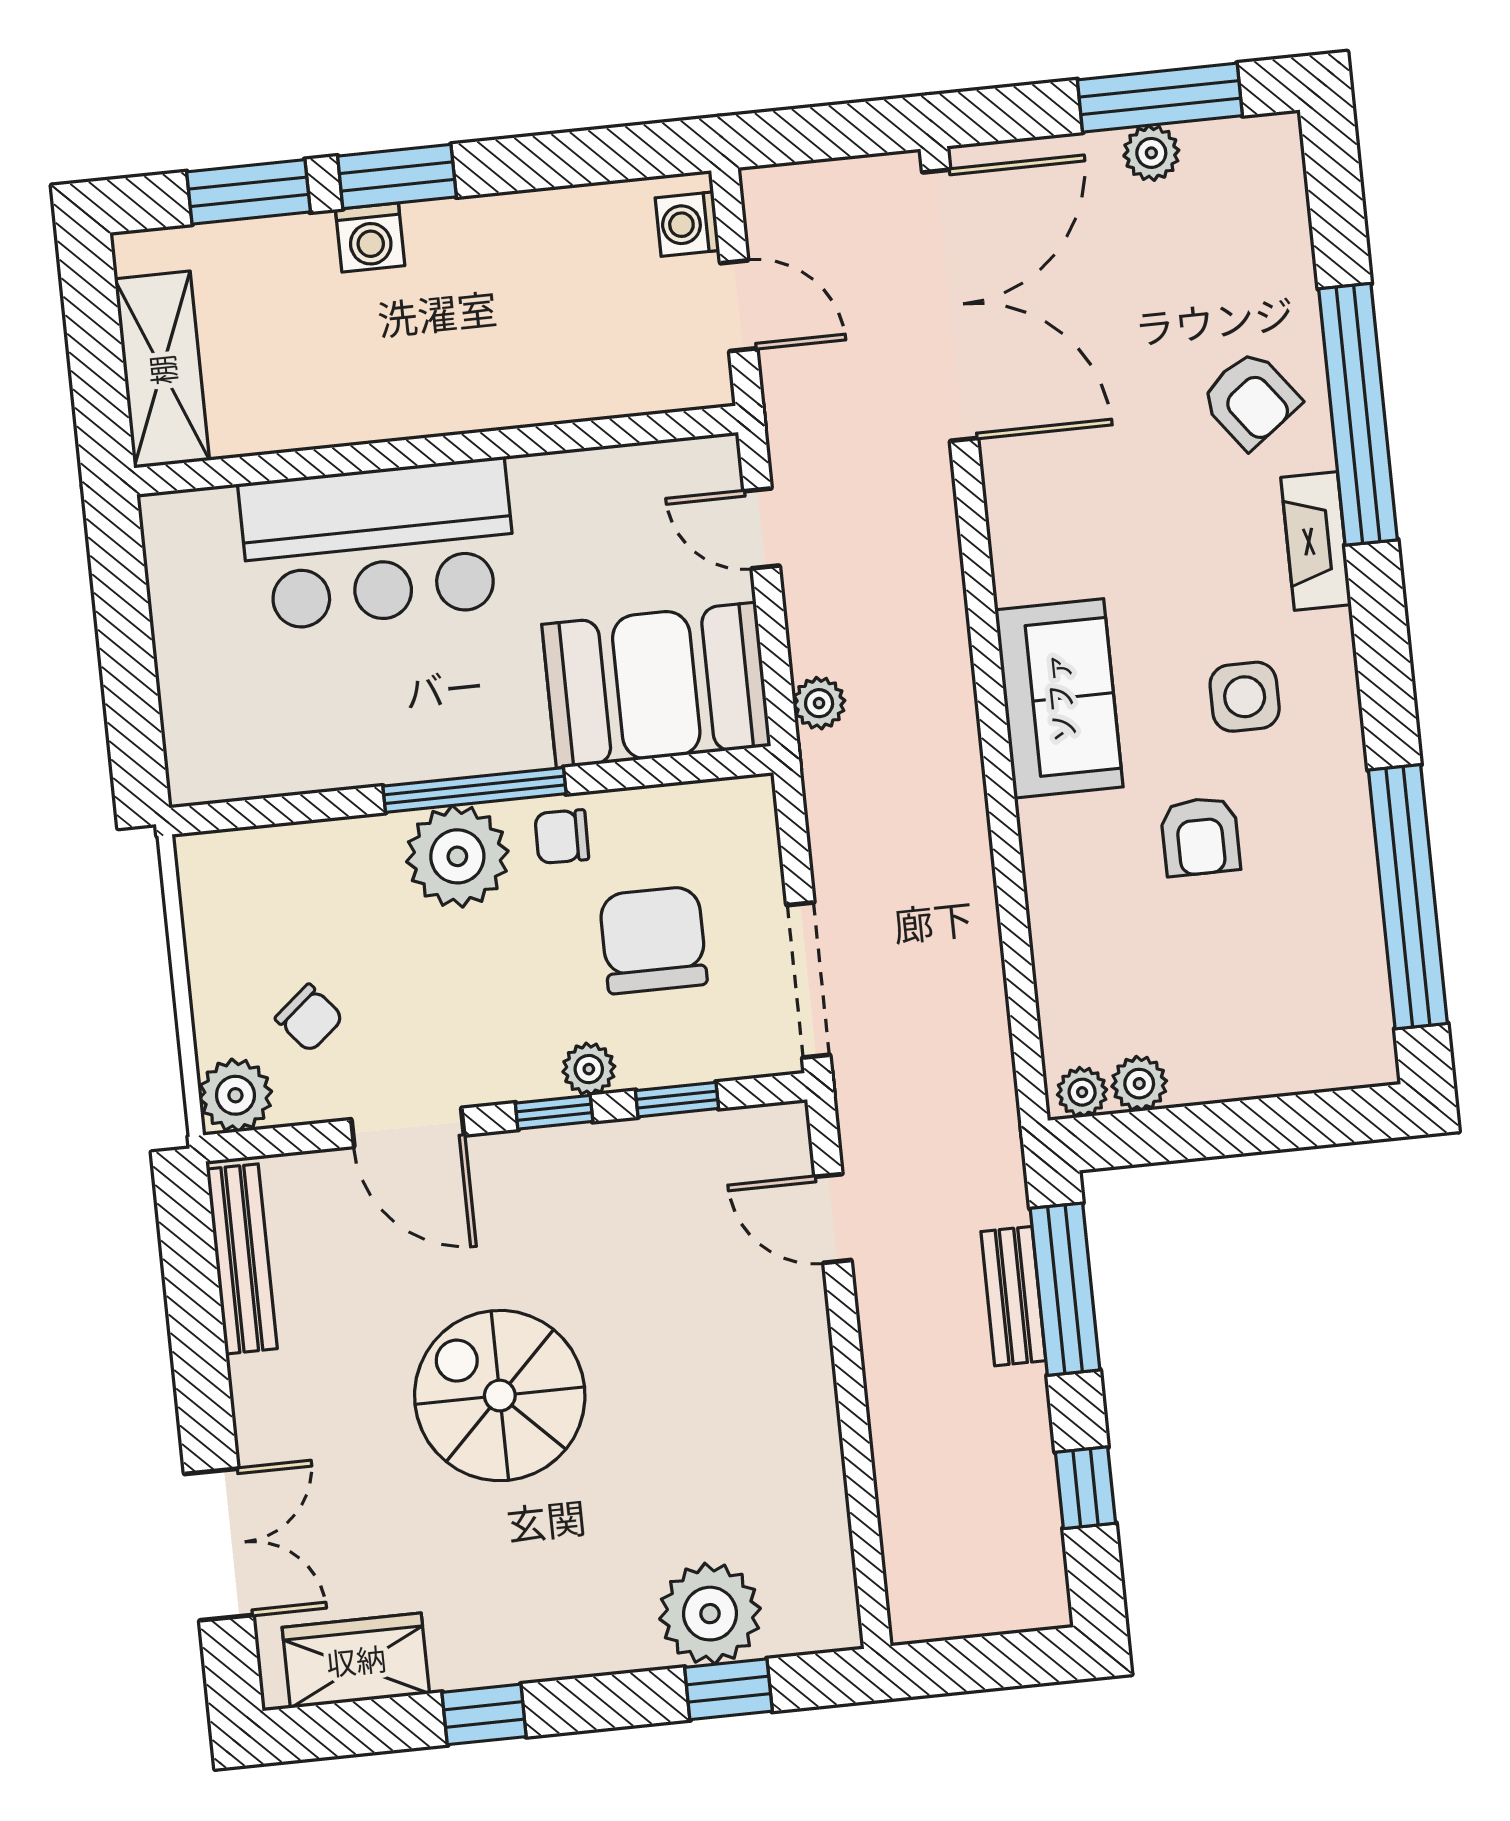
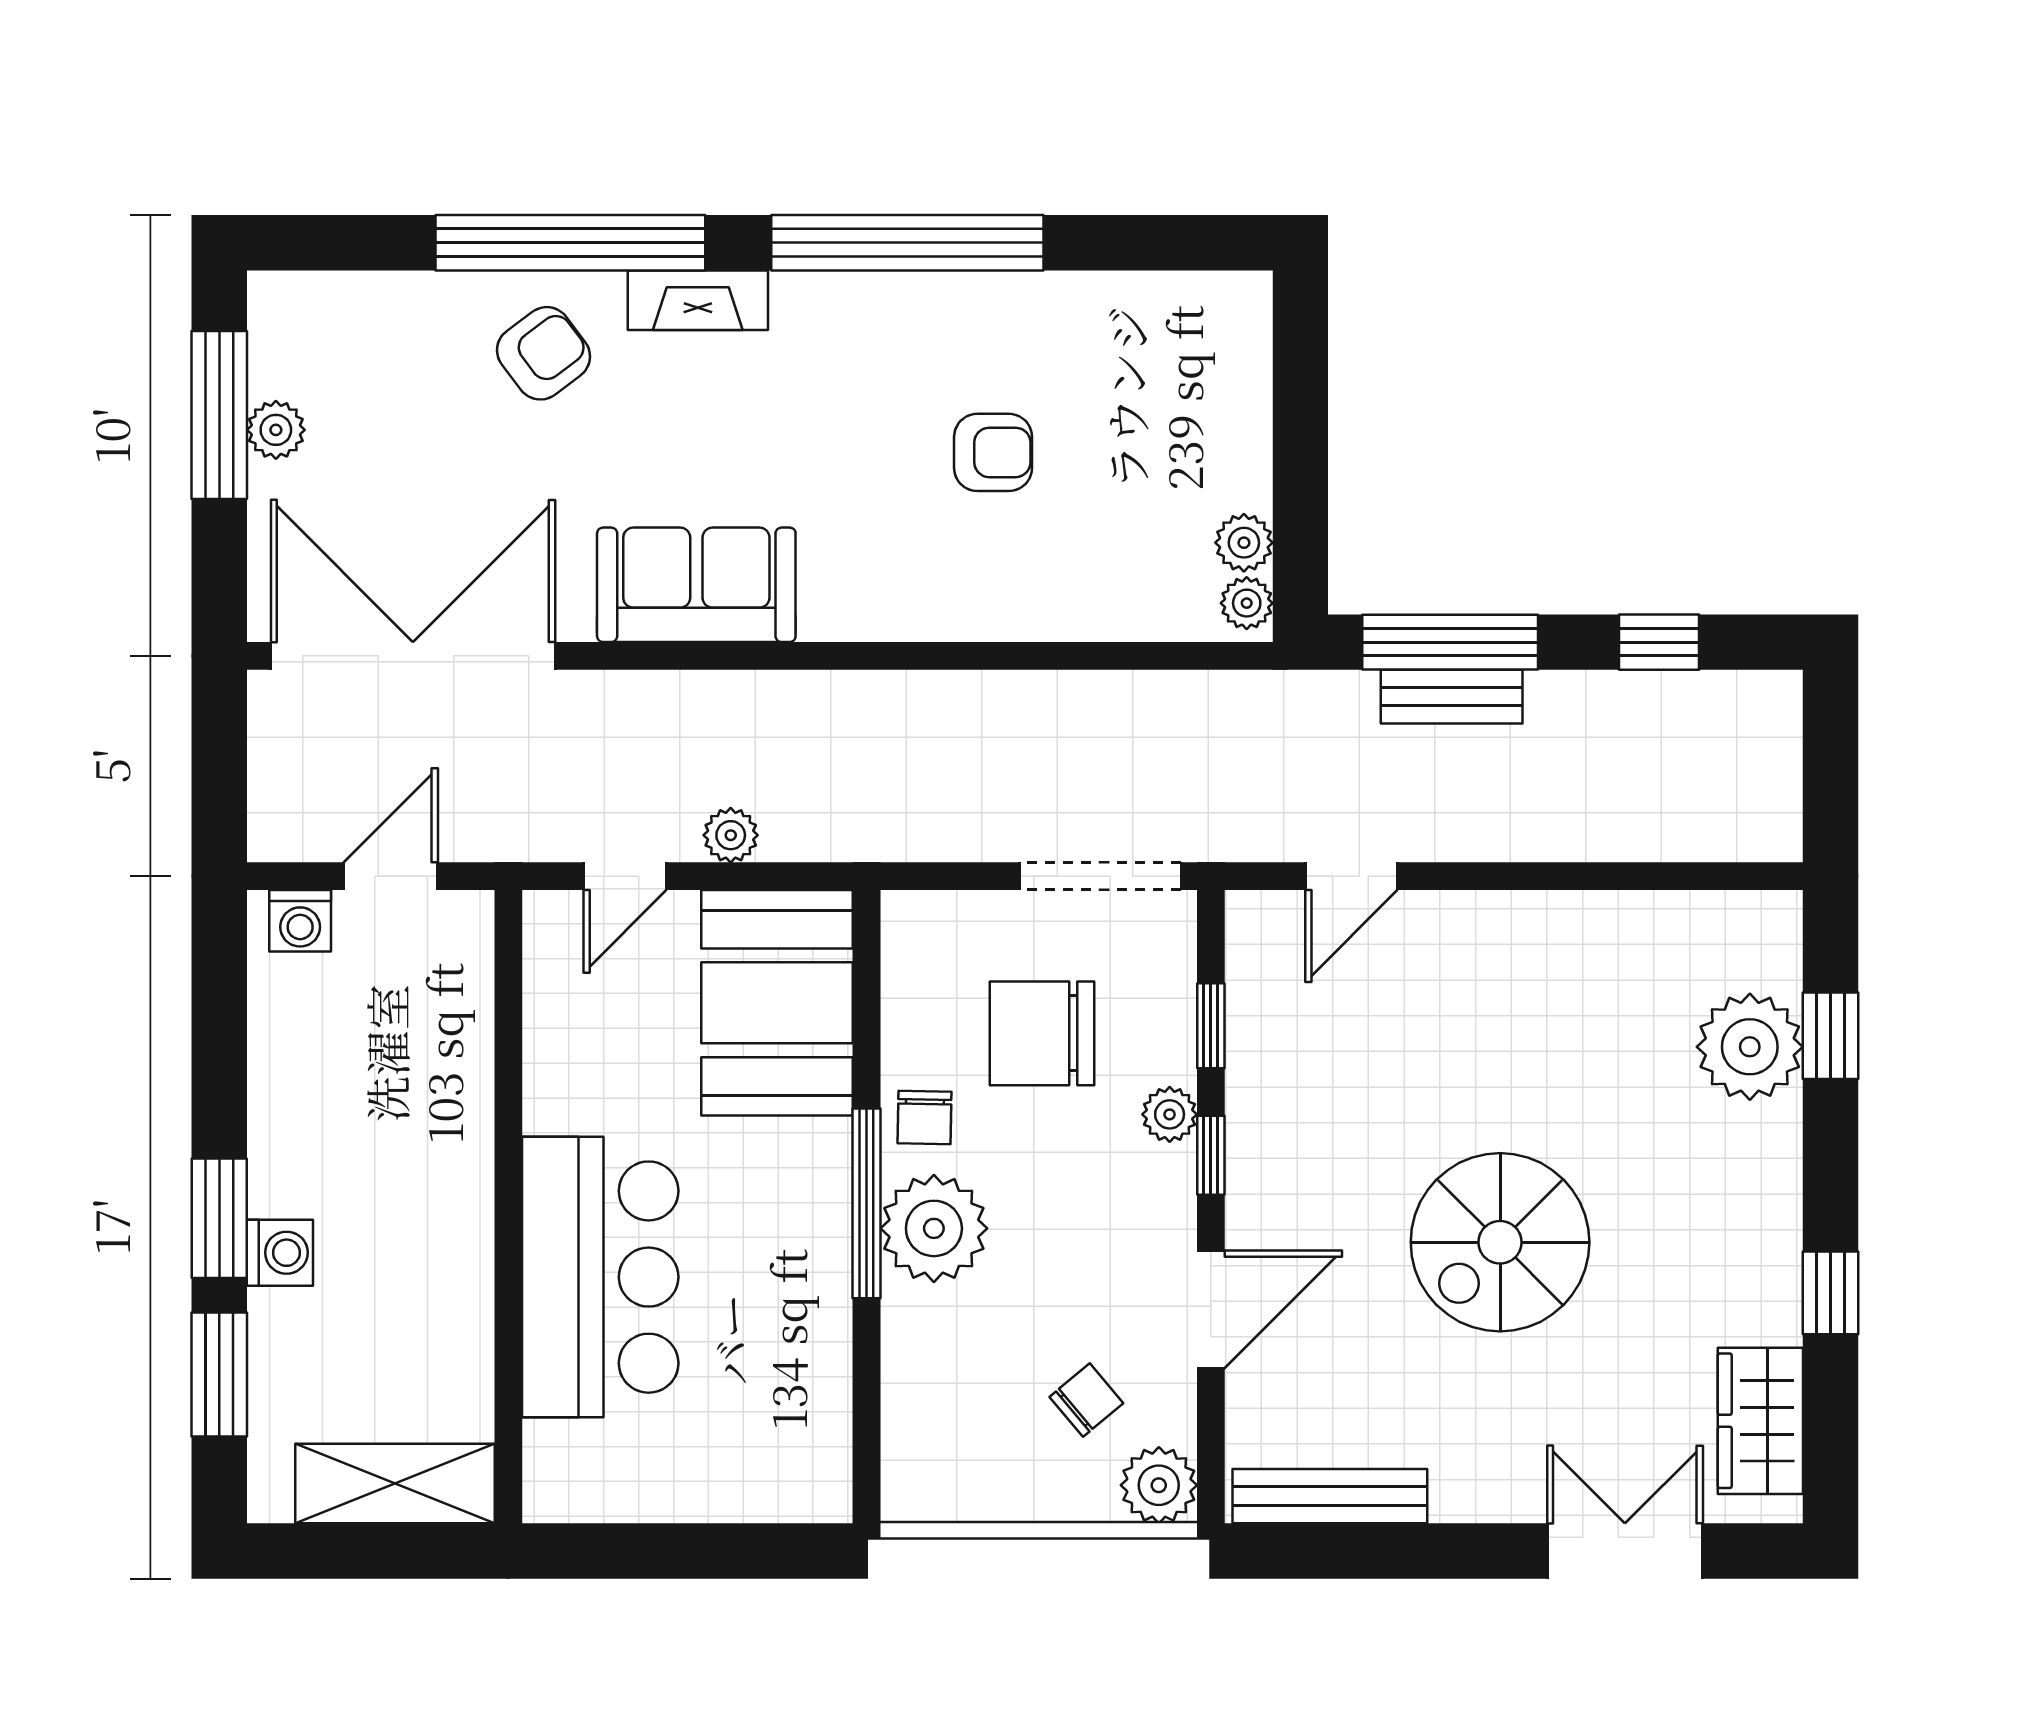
side table: (1245, 697) -> (852, 391), removed
sofa: (1059, 698) -> (696, 585), moved
plant: (819, 703) -> (731, 835), moved
window: (1408, 897) -> (907, 243), moved

